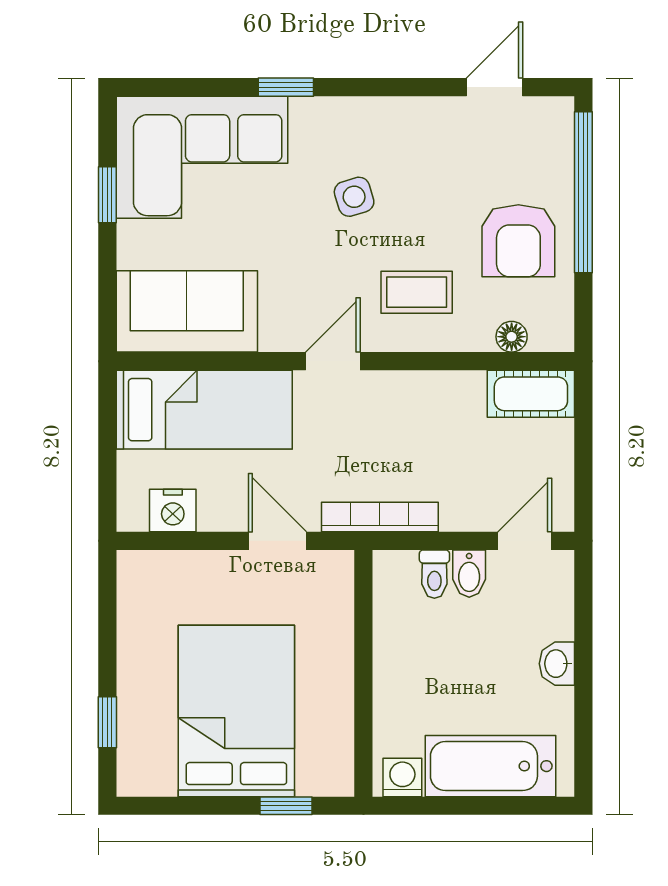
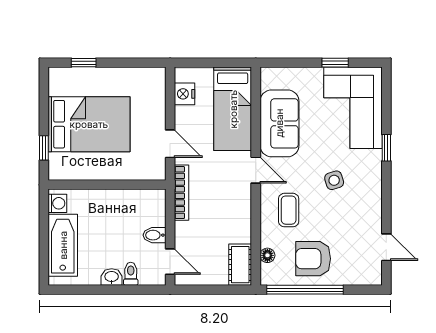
window: (583, 192) -> (305, 290), moved
sofa: (187, 311) -> (279, 123), moved
door: (277, 541) -> (170, 144), hinge flipped
toilet: (434, 574) -> (131, 274), moved, turned 90

